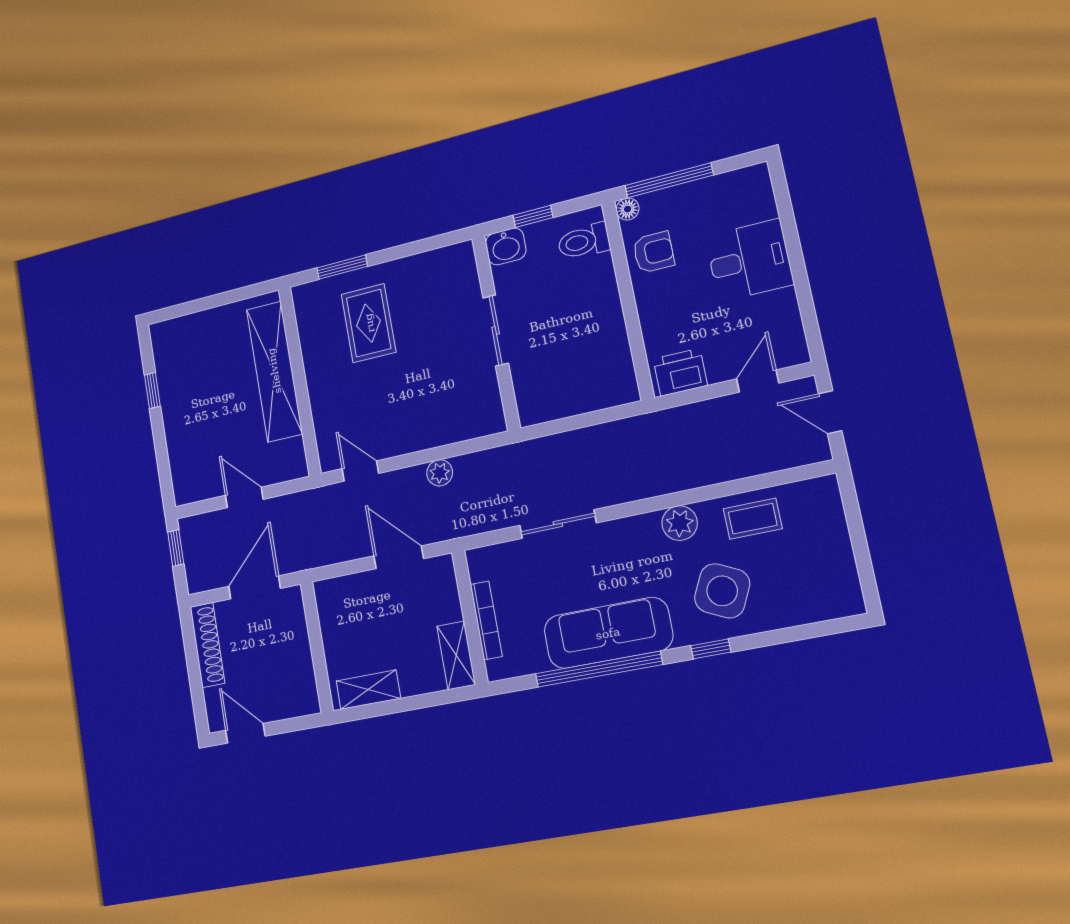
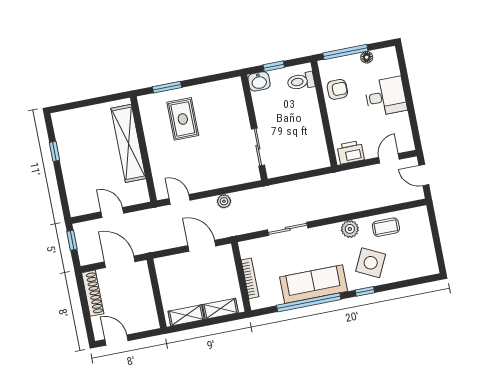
floor lamp: (628, 209) -> (367, 57), moved
sliding door: (496, 330) -> (258, 147), moved
door: (255, 587) -> (120, 262), hinge flipped
shelving: (456, 655) -> (220, 309), moved, turned 90

